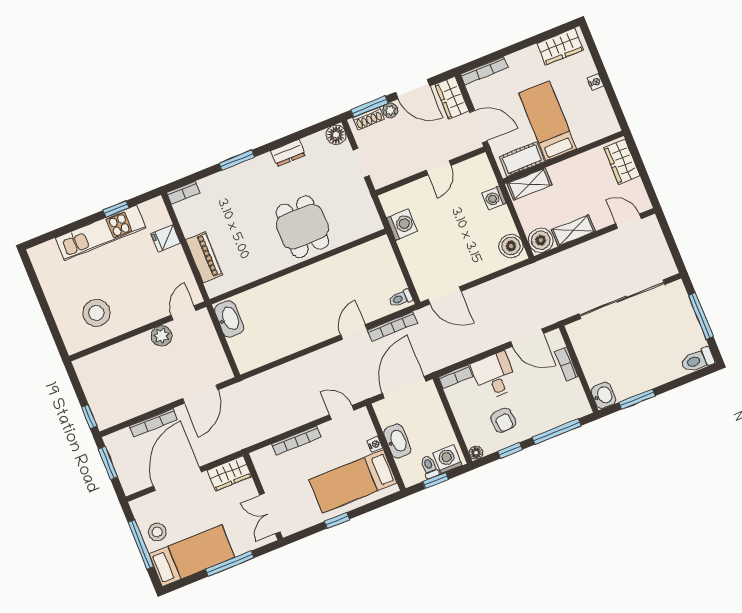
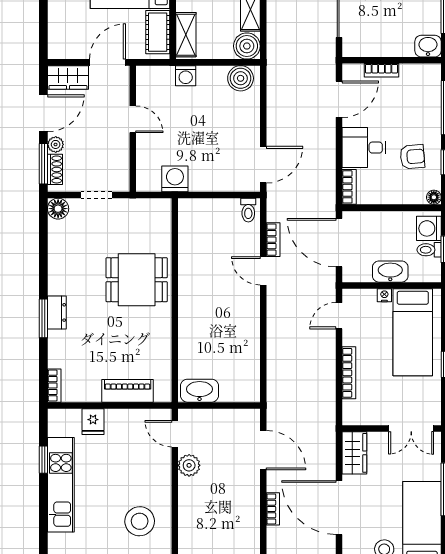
bookcase: (484, 71) -> (54, 34), removed
dresser: (288, 153) -> (57, 312), moved
bookcase: (392, 326) -> (273, 240), width x0.64
bookcase: (153, 423) -> (273, 509), width x0.64

